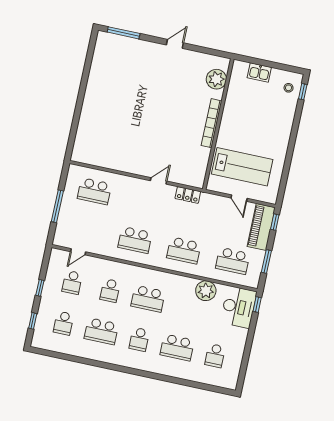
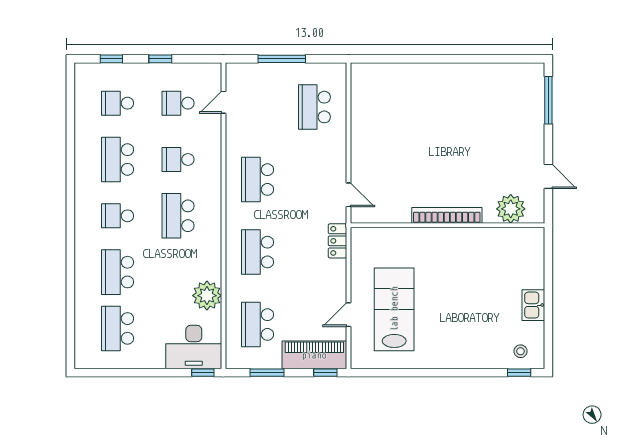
plant: (216, 79) -> (511, 209), moved
bookcase: (212, 123) -> (447, 215), moved
wall: (218, 124) -> (448, 225), moved
lab bench: (242, 167) -> (394, 309), turned 180
door: (78, 252) -> (223, 102), hinge flipped
school desk: (215, 356) -> (118, 328), width x1.85

